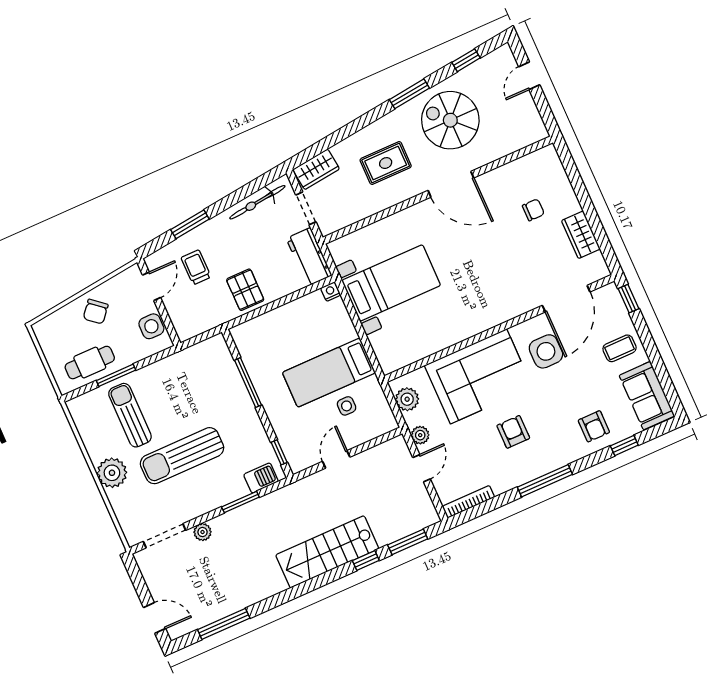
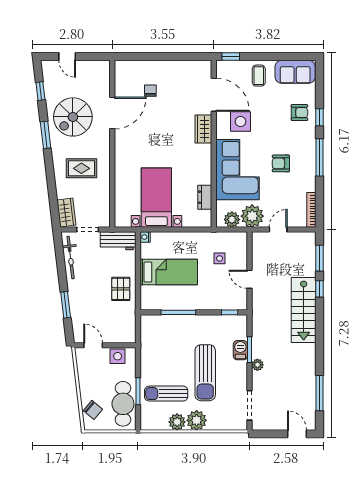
rug: (386, 163) -> (81, 168), turned 90
door: (451, 184) -> (112, 113), moved
wardrobe: (581, 235) -> (203, 129), moved, turned 90
trolley: (196, 267) -> (94, 313), removed
pallet: (245, 290) -> (121, 289), turned 90
chair: (96, 312) -> (93, 410), moved
dresser: (421, 349) -> (205, 197), added
cafe table: (90, 363) -> (123, 404), width x1.37, depth x1.35
bed: (329, 373) -> (169, 272), moved, turned -90
plant: (420, 435) -> (252, 216), width x1.88, depth x1.88
window: (624, 445) -> (319, 117), moved
plant: (98, 447) -> (177, 422), added
door: (422, 468) -> (278, 229), hinge flipped
barbecue: (261, 478) -> (240, 350), moved
plant: (203, 532) -> (257, 365), moved
door: (154, 618) -> (297, 434), hinge flipped

